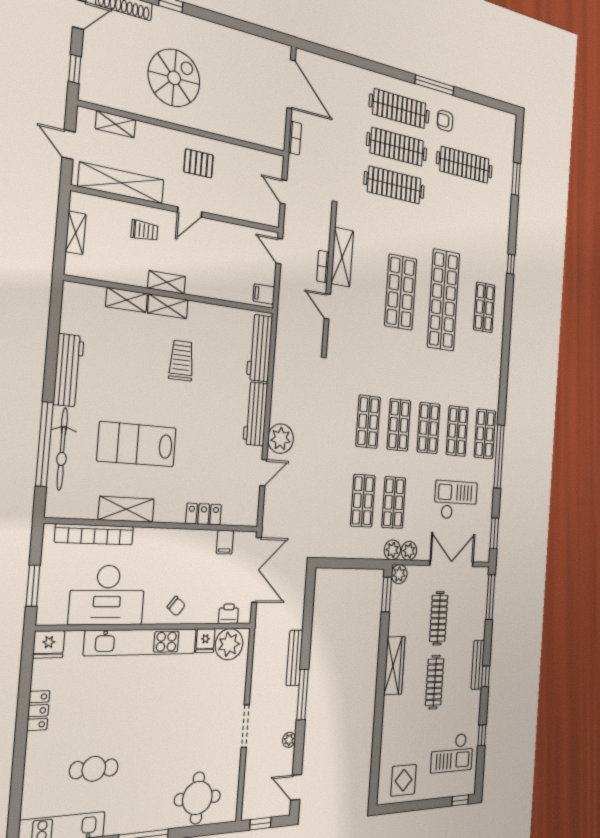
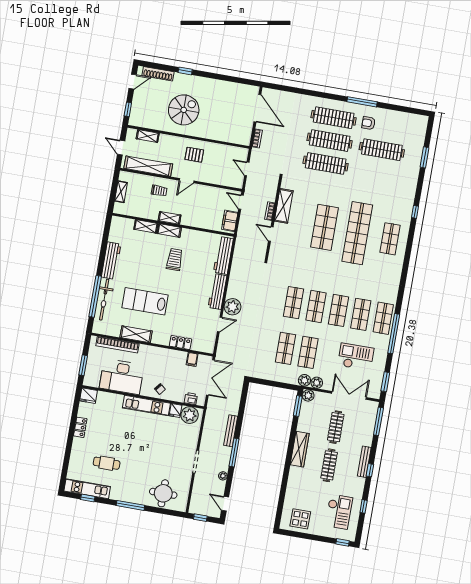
filing cabinet: (264, 294) -> (230, 221), width x2.00
kitchen unit: (141, 642) -> (146, 406), width x0.73
checkout: (452, 753) -> (339, 512), turned -90

